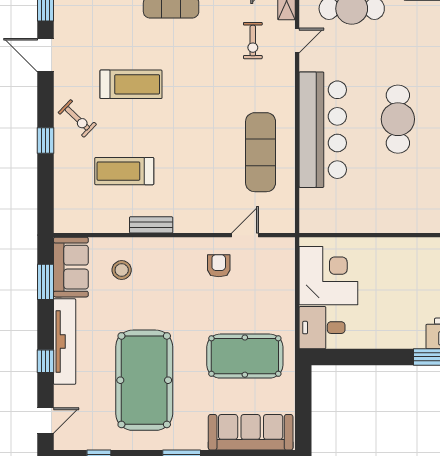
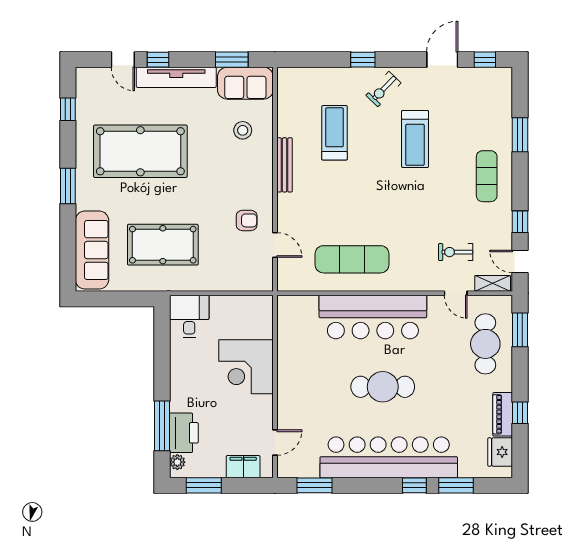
bench: (151, 225) -> (285, 165), width x1.36
corner desk: (328, 276) -> (246, 367), moved, turned 90
pool table: (245, 356) -> (163, 245), turned 90
door: (45, 421) -> (123, 60), moved

